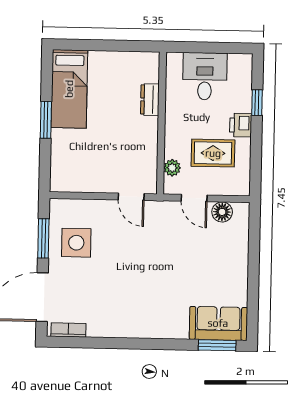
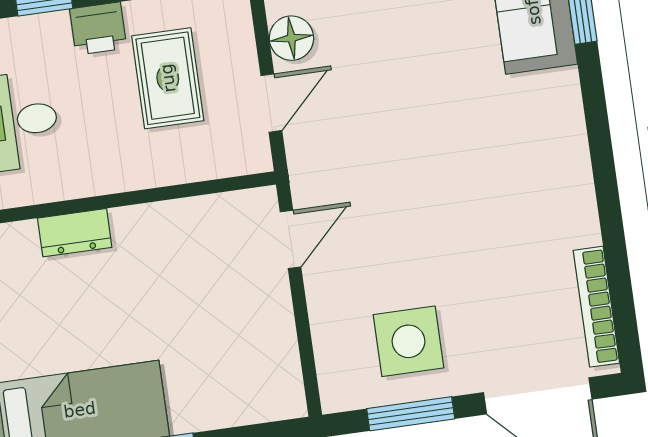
plant: (172, 168) -> (214, 161), removed
bookcase: (68, 330) -> (596, 307), width x1.56

